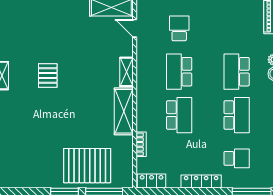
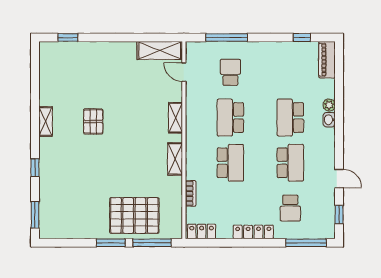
shelving: (124, 111) -> (175, 159), width x0.67, depth x0.75
school desk: (237, 158) -> (290, 208), turned 90

